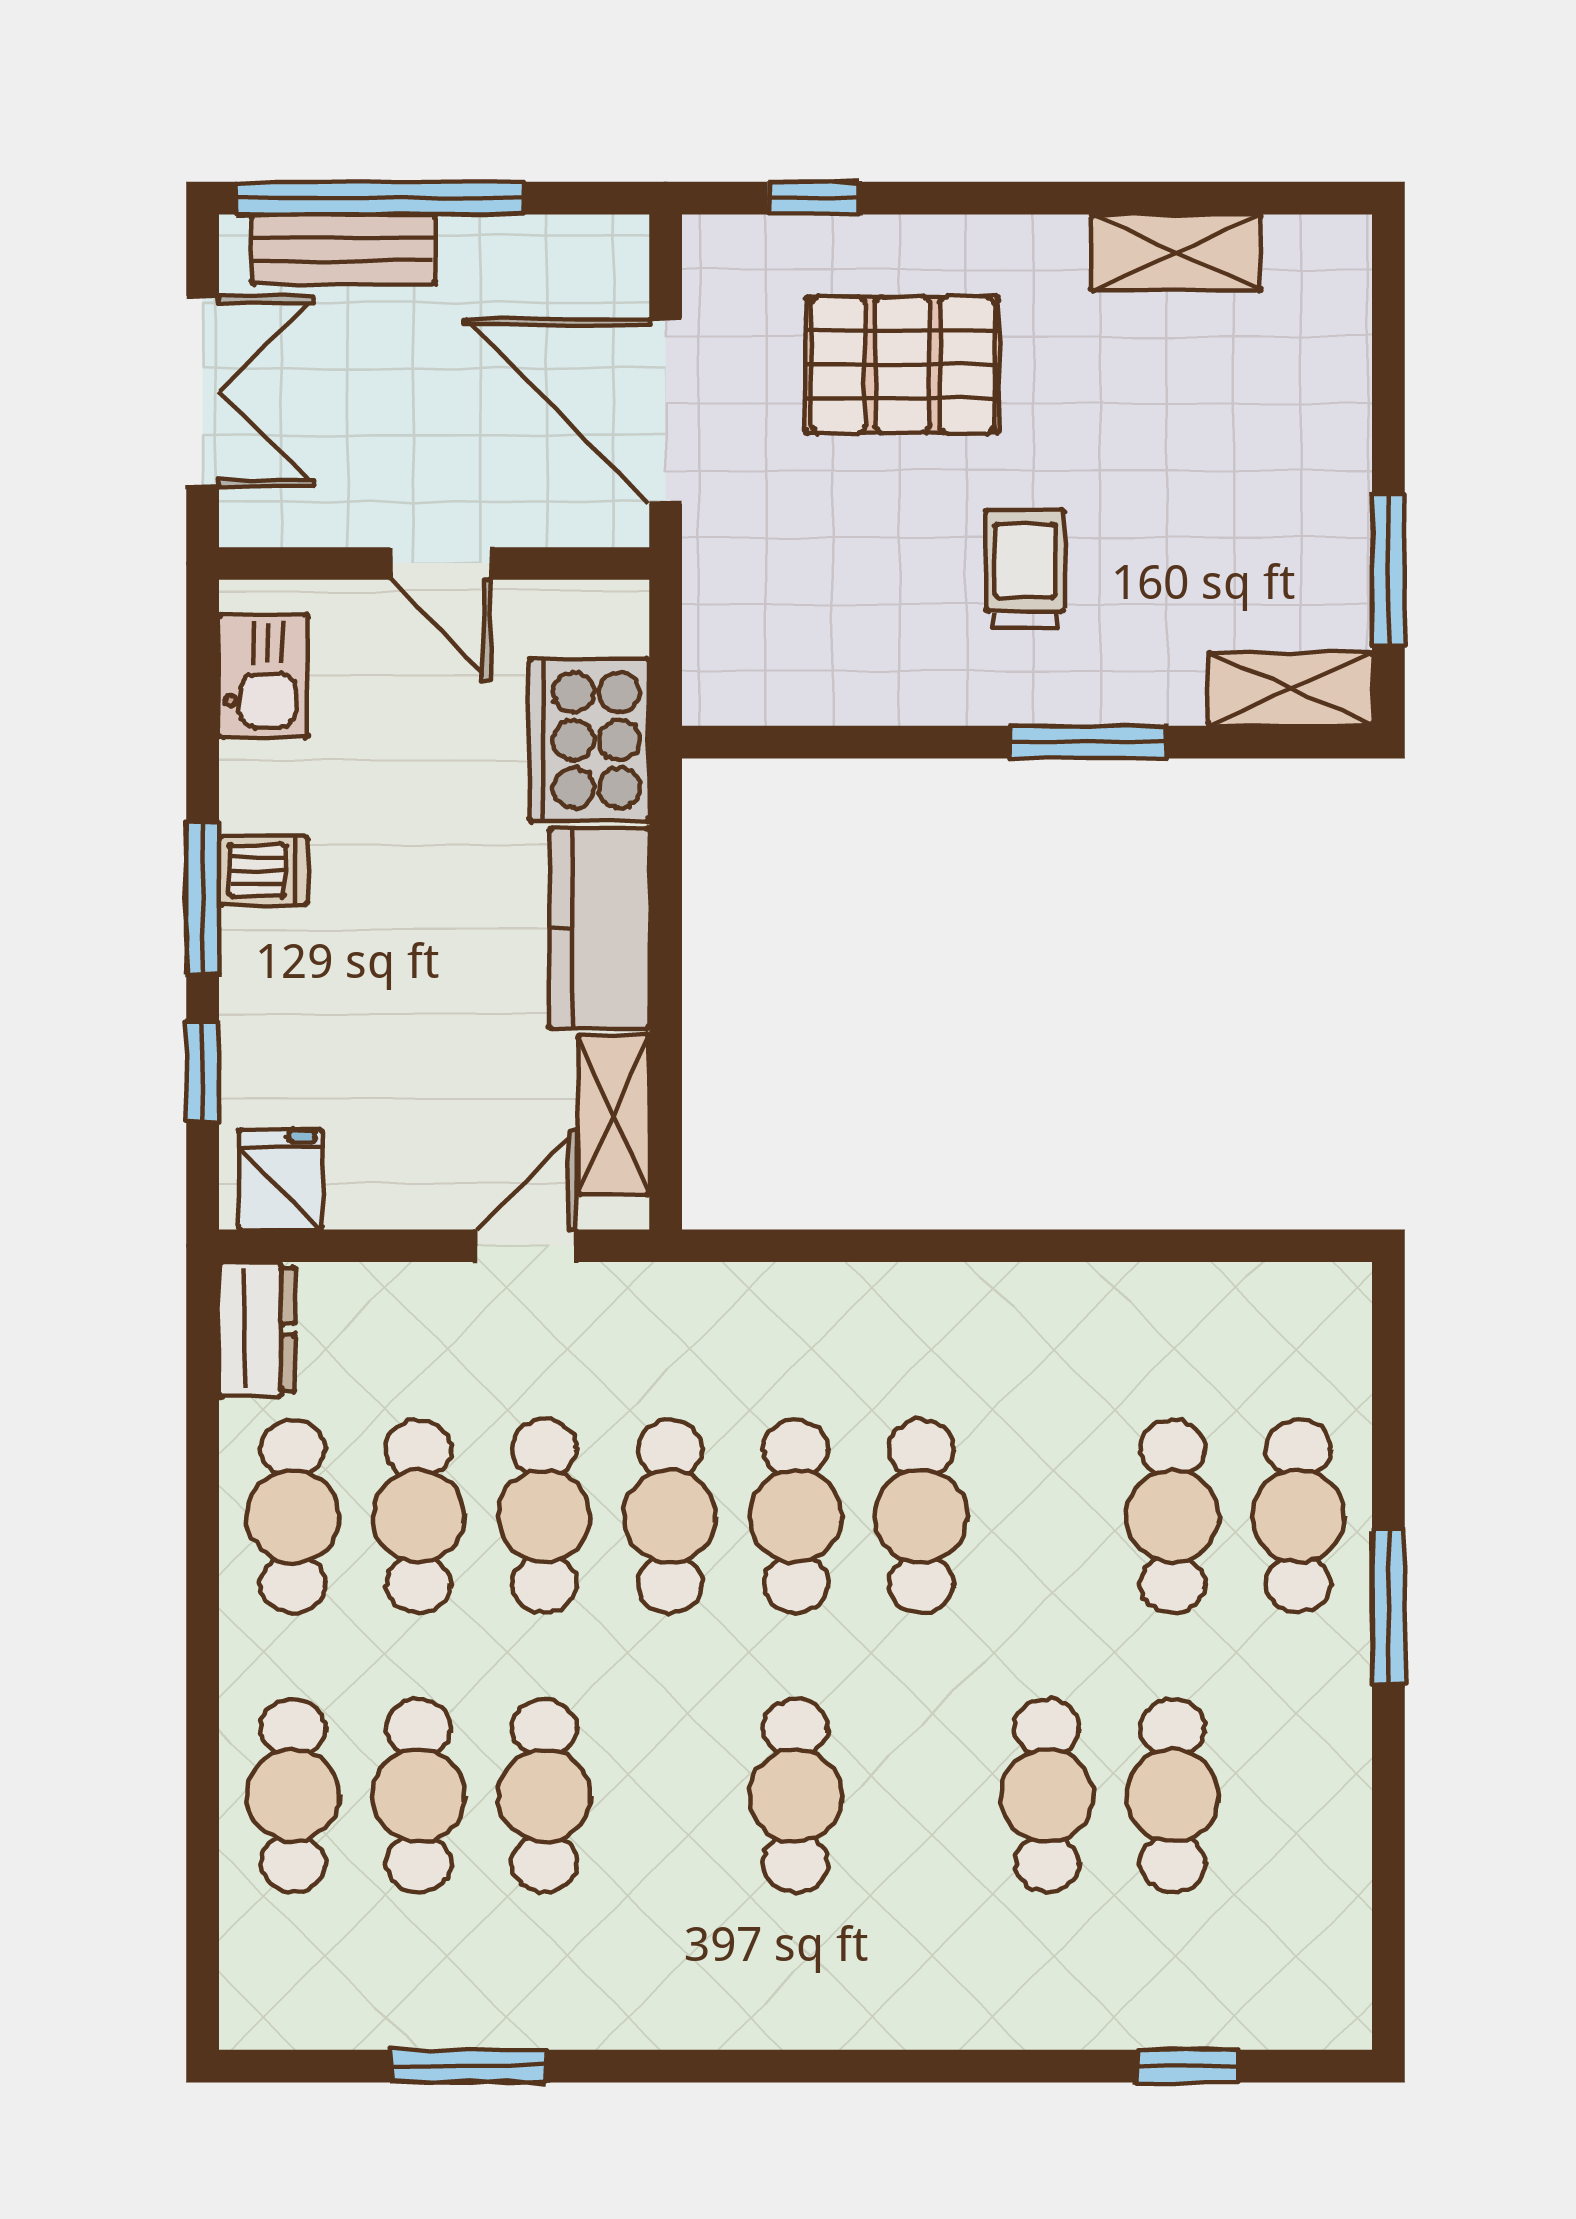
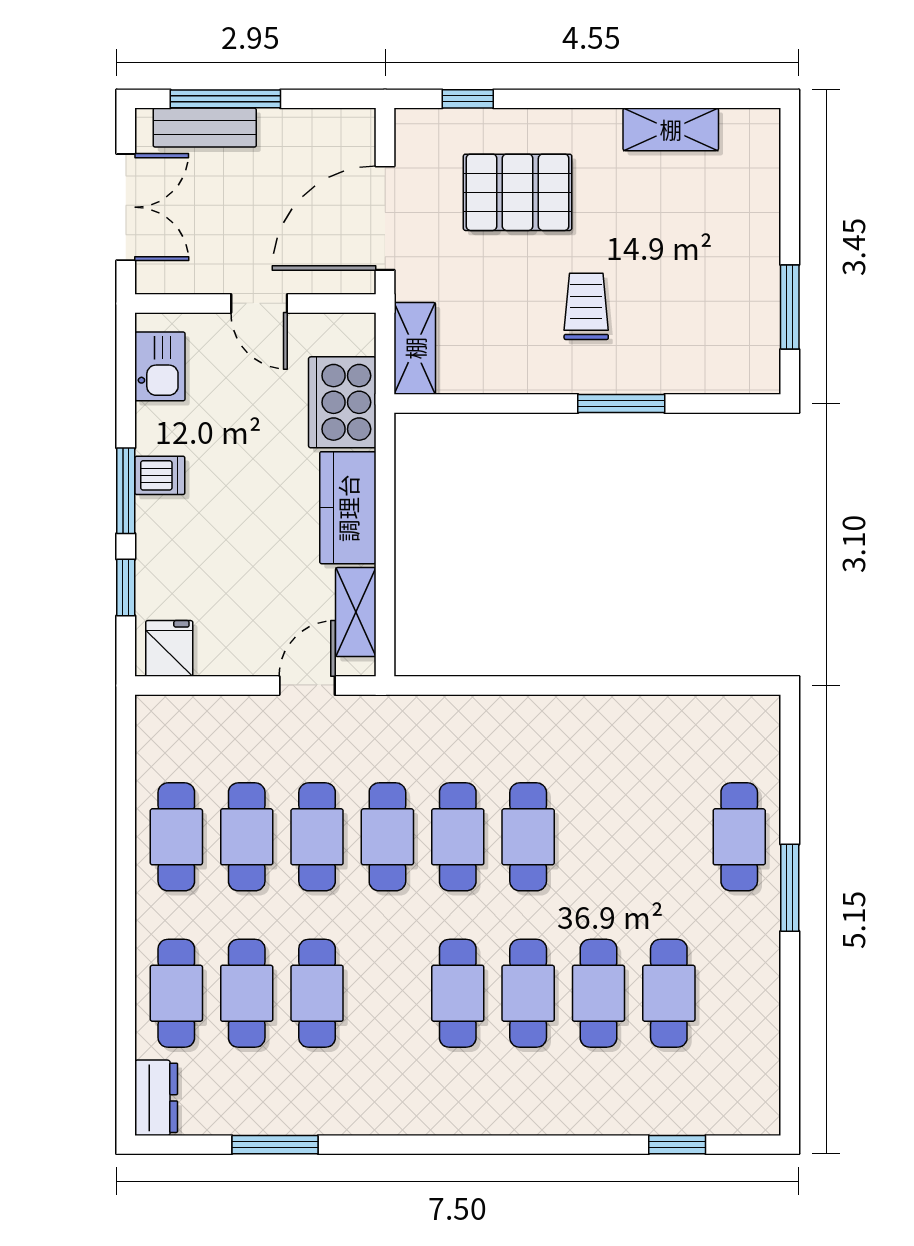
window: (380, 198) -> (225, 99), width x0.68
door: (666, 411) -> (385, 218), hinge flipped
shelving: (1290, 689) -> (415, 348), moved, turned 90
dresser: (257, 1329) -> (156, 1098), moved
cafe table: (1173, 1516) -> (528, 993), moved

